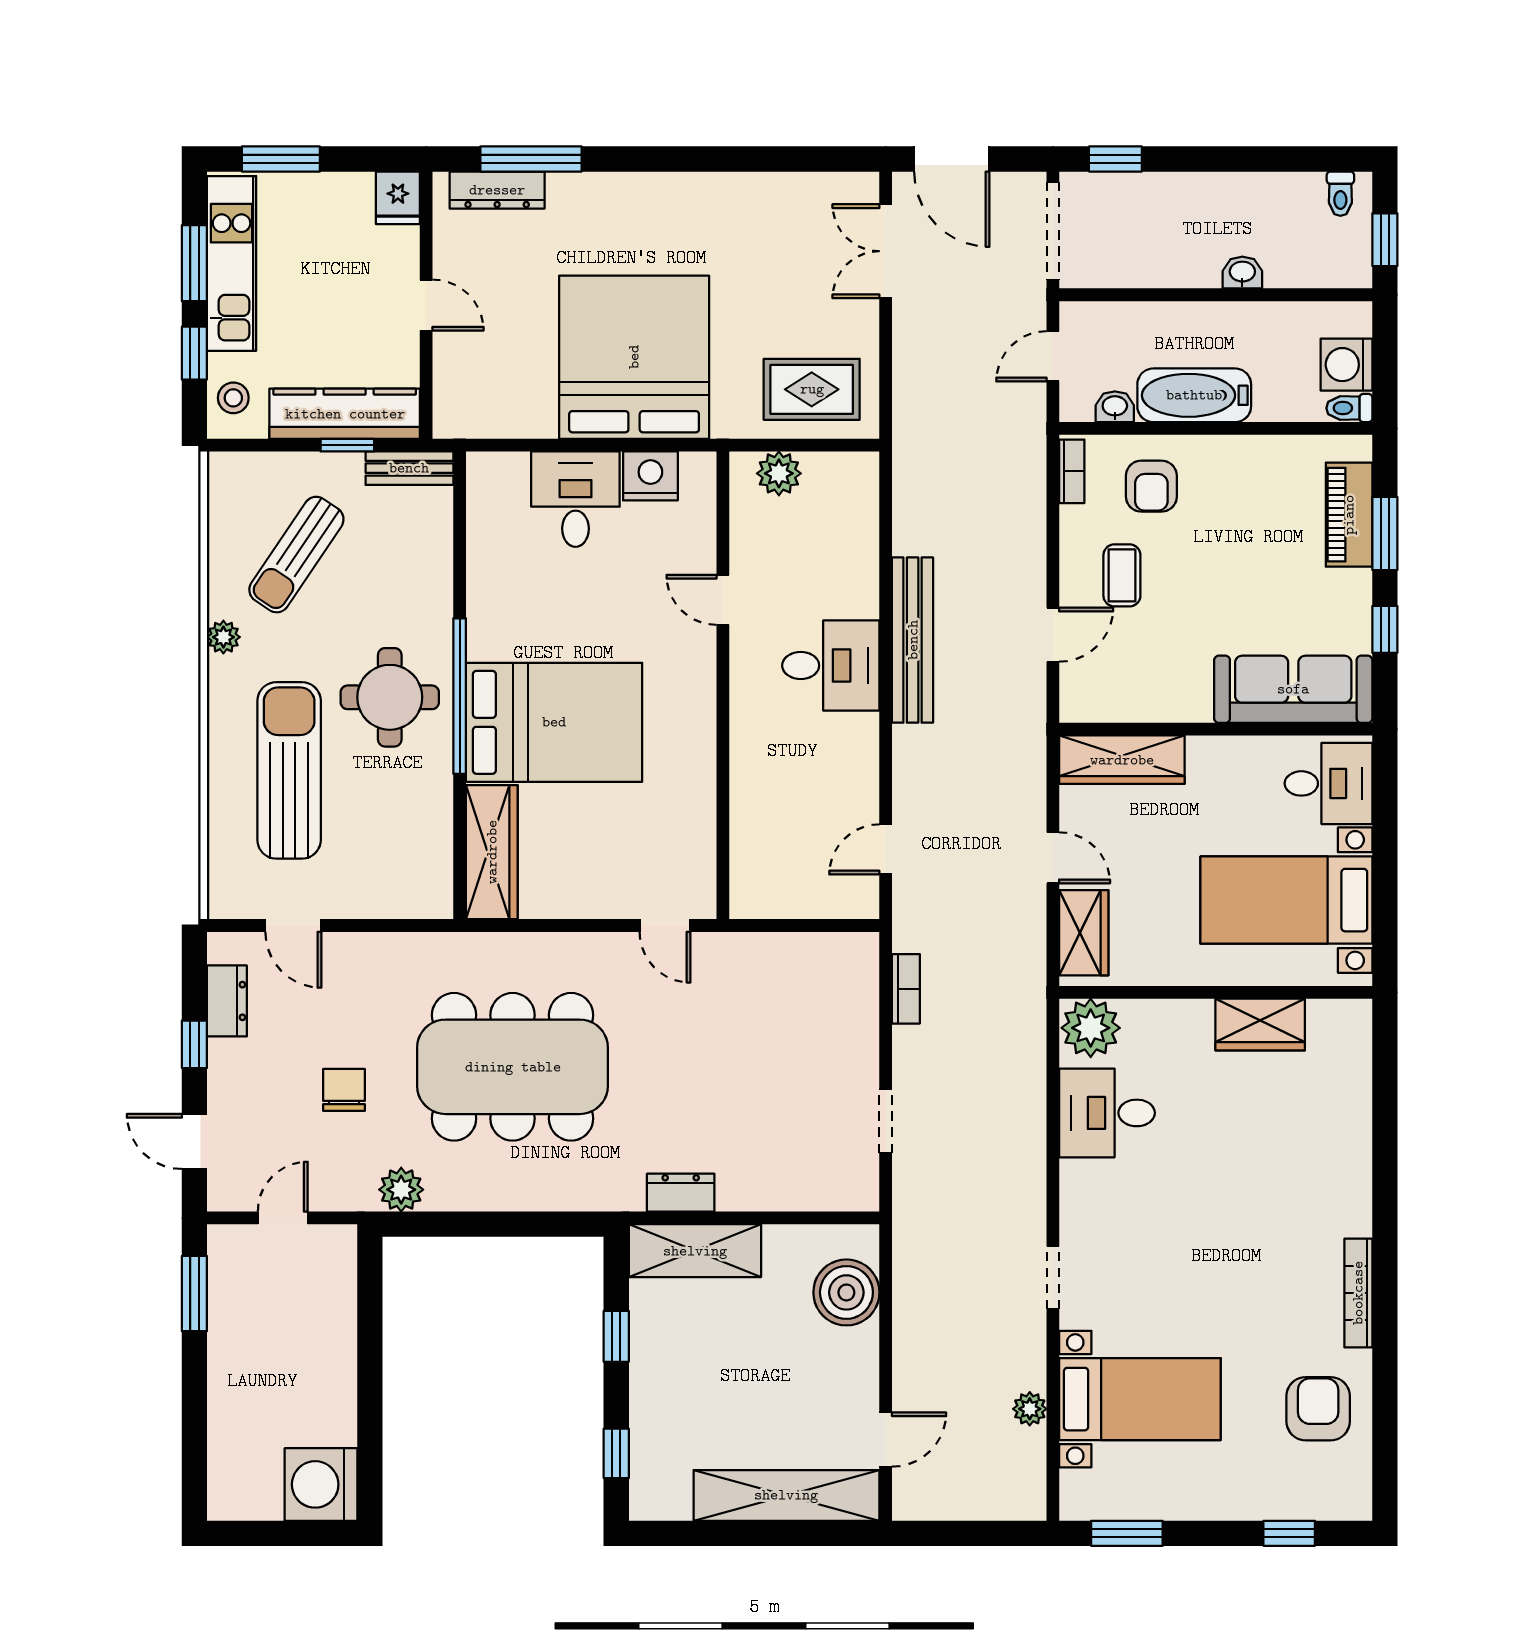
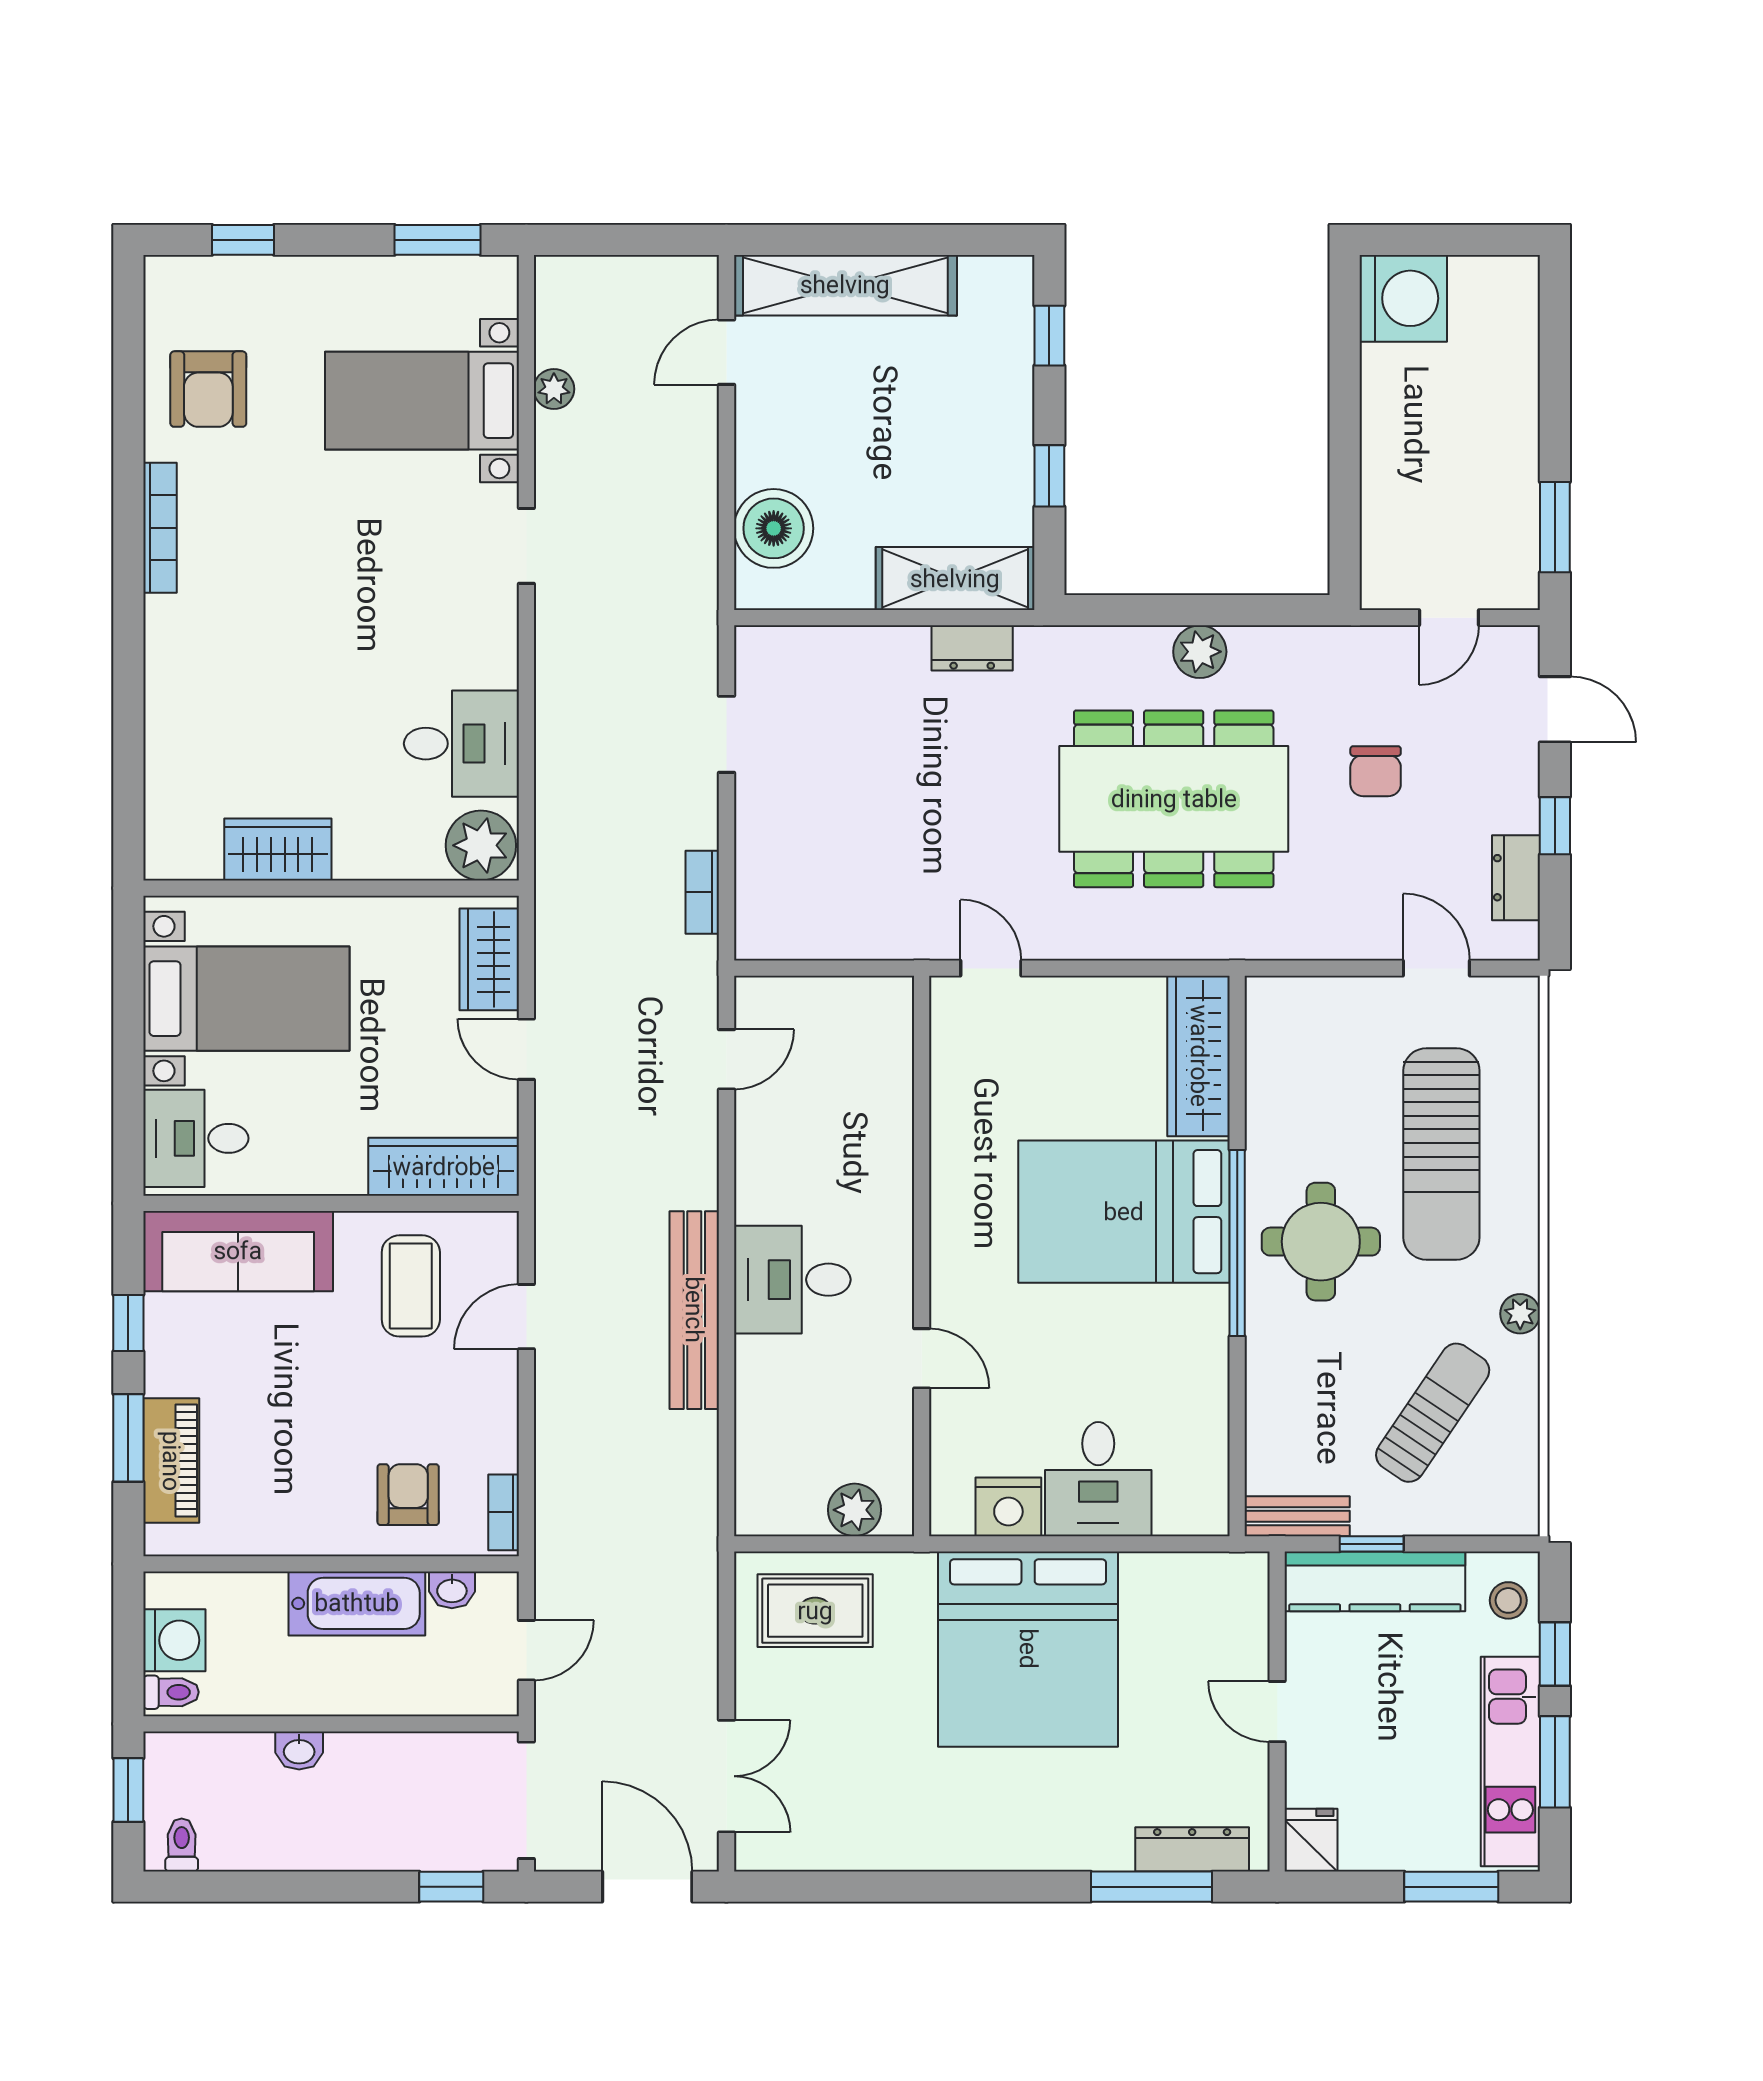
toilet: (1349, 408) -> (171, 1692), moved
coffee table: (1122, 575) -> (411, 1286), moved, width x1.36, depth x1.30
plant: (401, 1190) -> (1200, 652), moved

